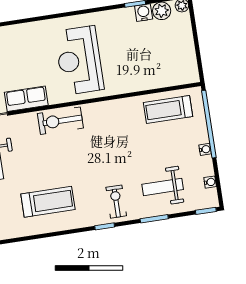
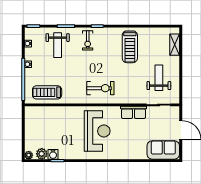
treadmill: (168, 109) -> (47, 92), turned 180
exercise bike: (60, 121) -> (100, 88), moved
weight bench: (163, 187) -> (58, 45), turned 90
treadmill: (48, 202) -> (130, 47), turned -90

